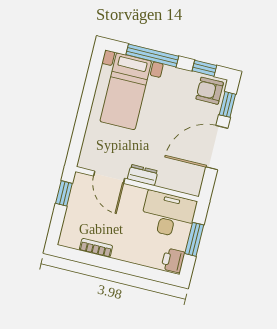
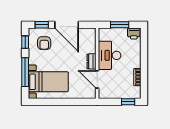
armchair: (210, 91) -> (44, 43), moved
door: (109, 177) -> (97, 79), swing flipped
window: (64, 193) -> (128, 102), moved
desk: (168, 215) -> (110, 55), moved

